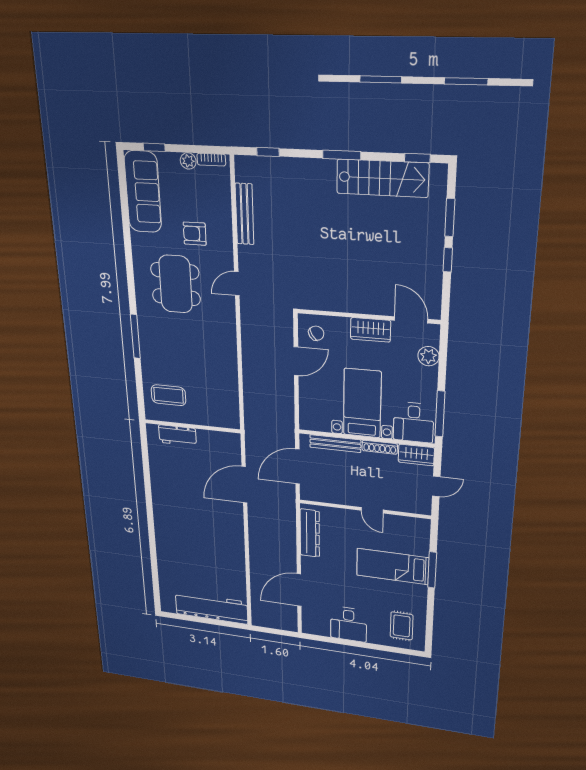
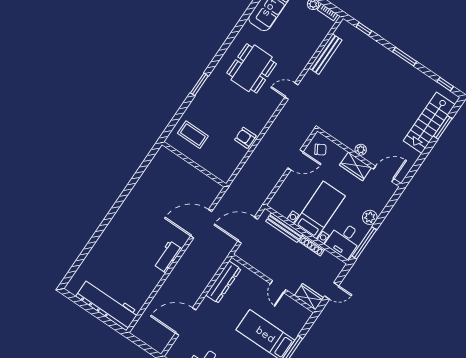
stairs: (382, 178) -> (429, 123), moved, turned 90
armchair: (195, 234) -> (245, 138), moved
window: (448, 260) -> (427, 151), removed
plant: (364, 306) -> (361, 150), added
door: (411, 320) -> (384, 174), hinge flipped
window: (135, 336) -> (199, 84), width x0.69
plant: (428, 356) -> (370, 217), moved
workbench: (177, 435) -> (168, 257), moved, turned 90
wardrobe: (416, 455) -> (309, 297), moved, turned 180

